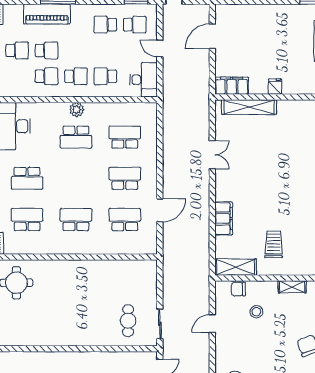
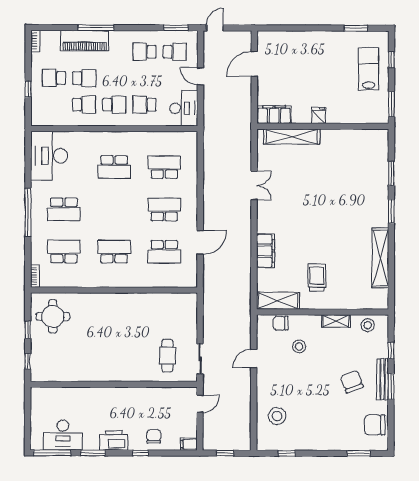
school desk: (17, 50) -> (54, 78), turned 180
plant: (77, 110) -> (115, 139), removed
school desk: (125, 220) -> (164, 252), turned 180

